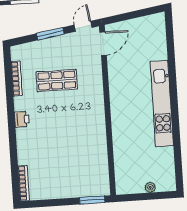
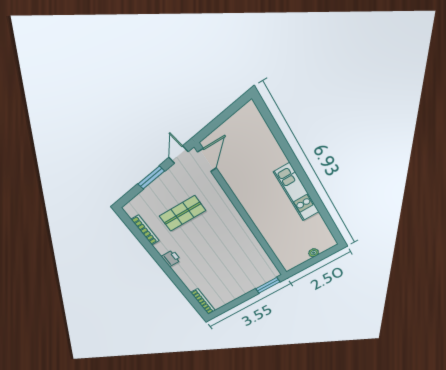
kitchen unit: (162, 104) -> (297, 192), width x0.73

